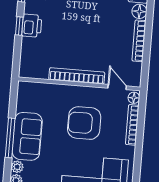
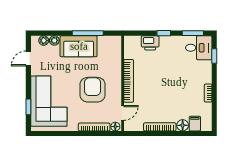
printer: (32, 26) -> (150, 43), moved
window: (10, 138) -> (88, 33), moved

